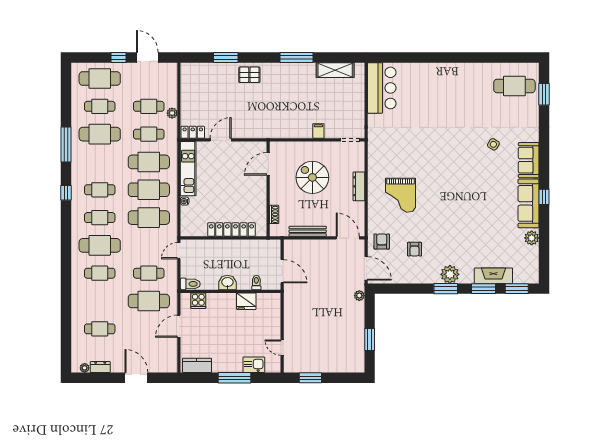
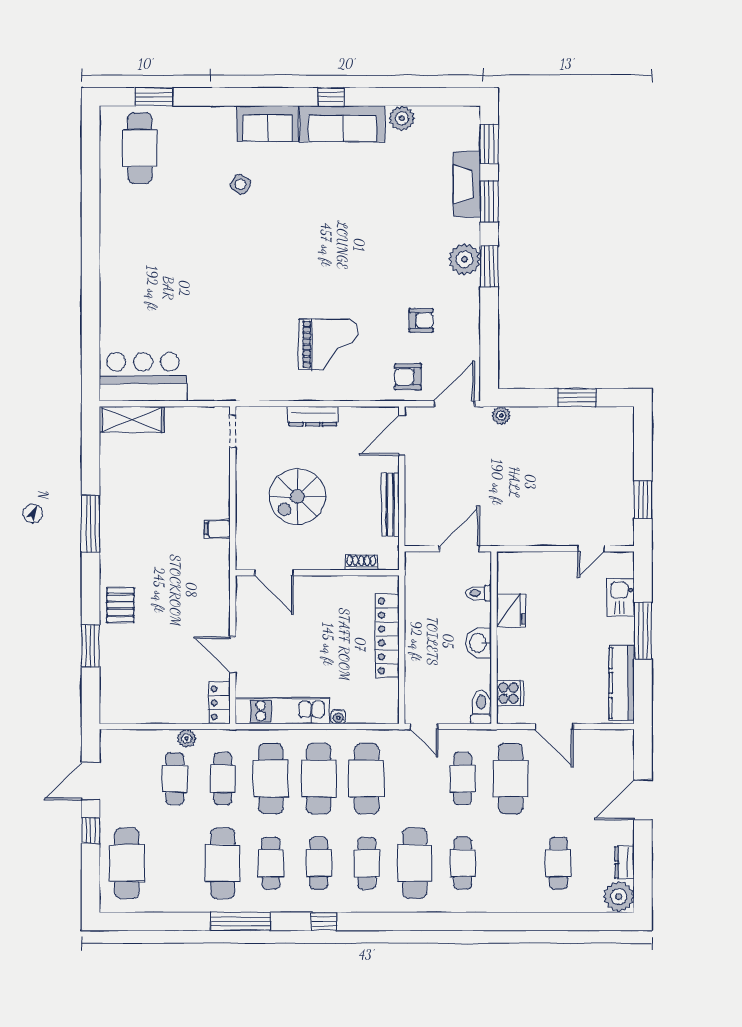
shelving: (335, 70) -> (132, 419), moved, turned 90
cafe table: (100, 106) -> (271, 863), moved
filing cabinet: (318, 131) -> (217, 529), moved
kitchen counter: (197, 365) -> (622, 683), width x1.50
plant: (85, 368) -> (619, 897), width x1.87, depth x1.87

